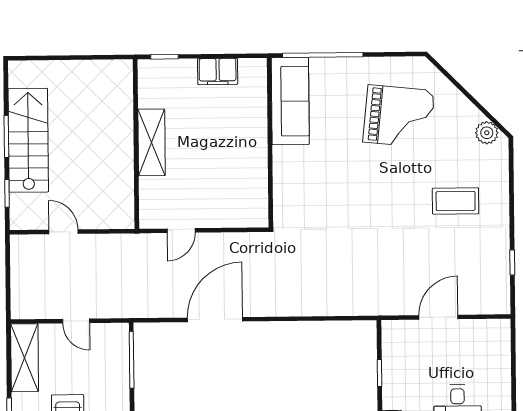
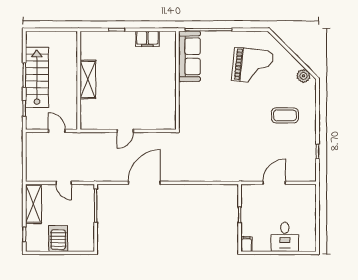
shelving: (152, 142) -> (88, 79), moved
wall: (136, 144) -> (79, 80), moved

